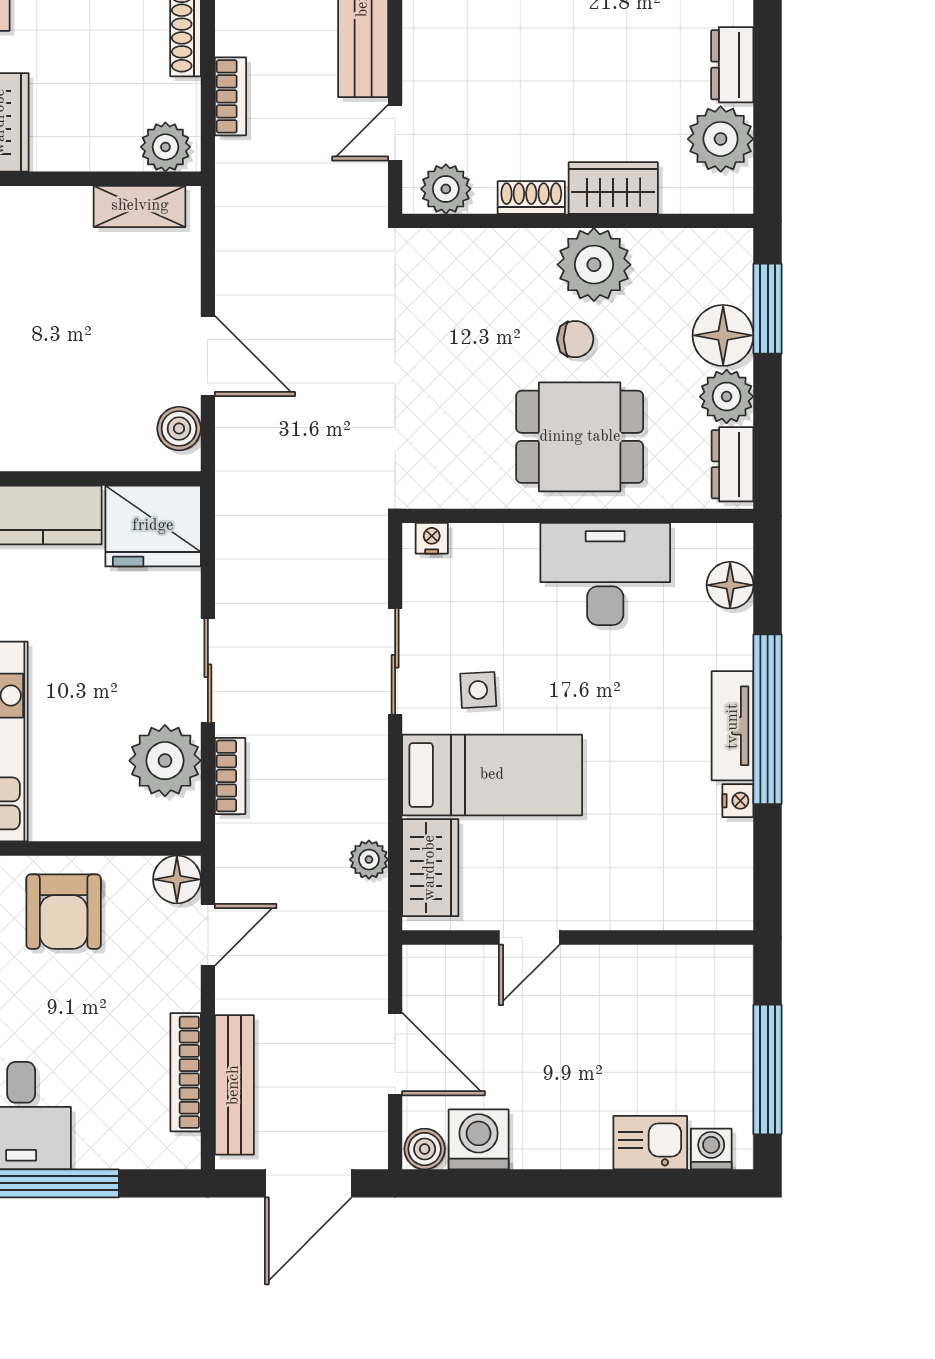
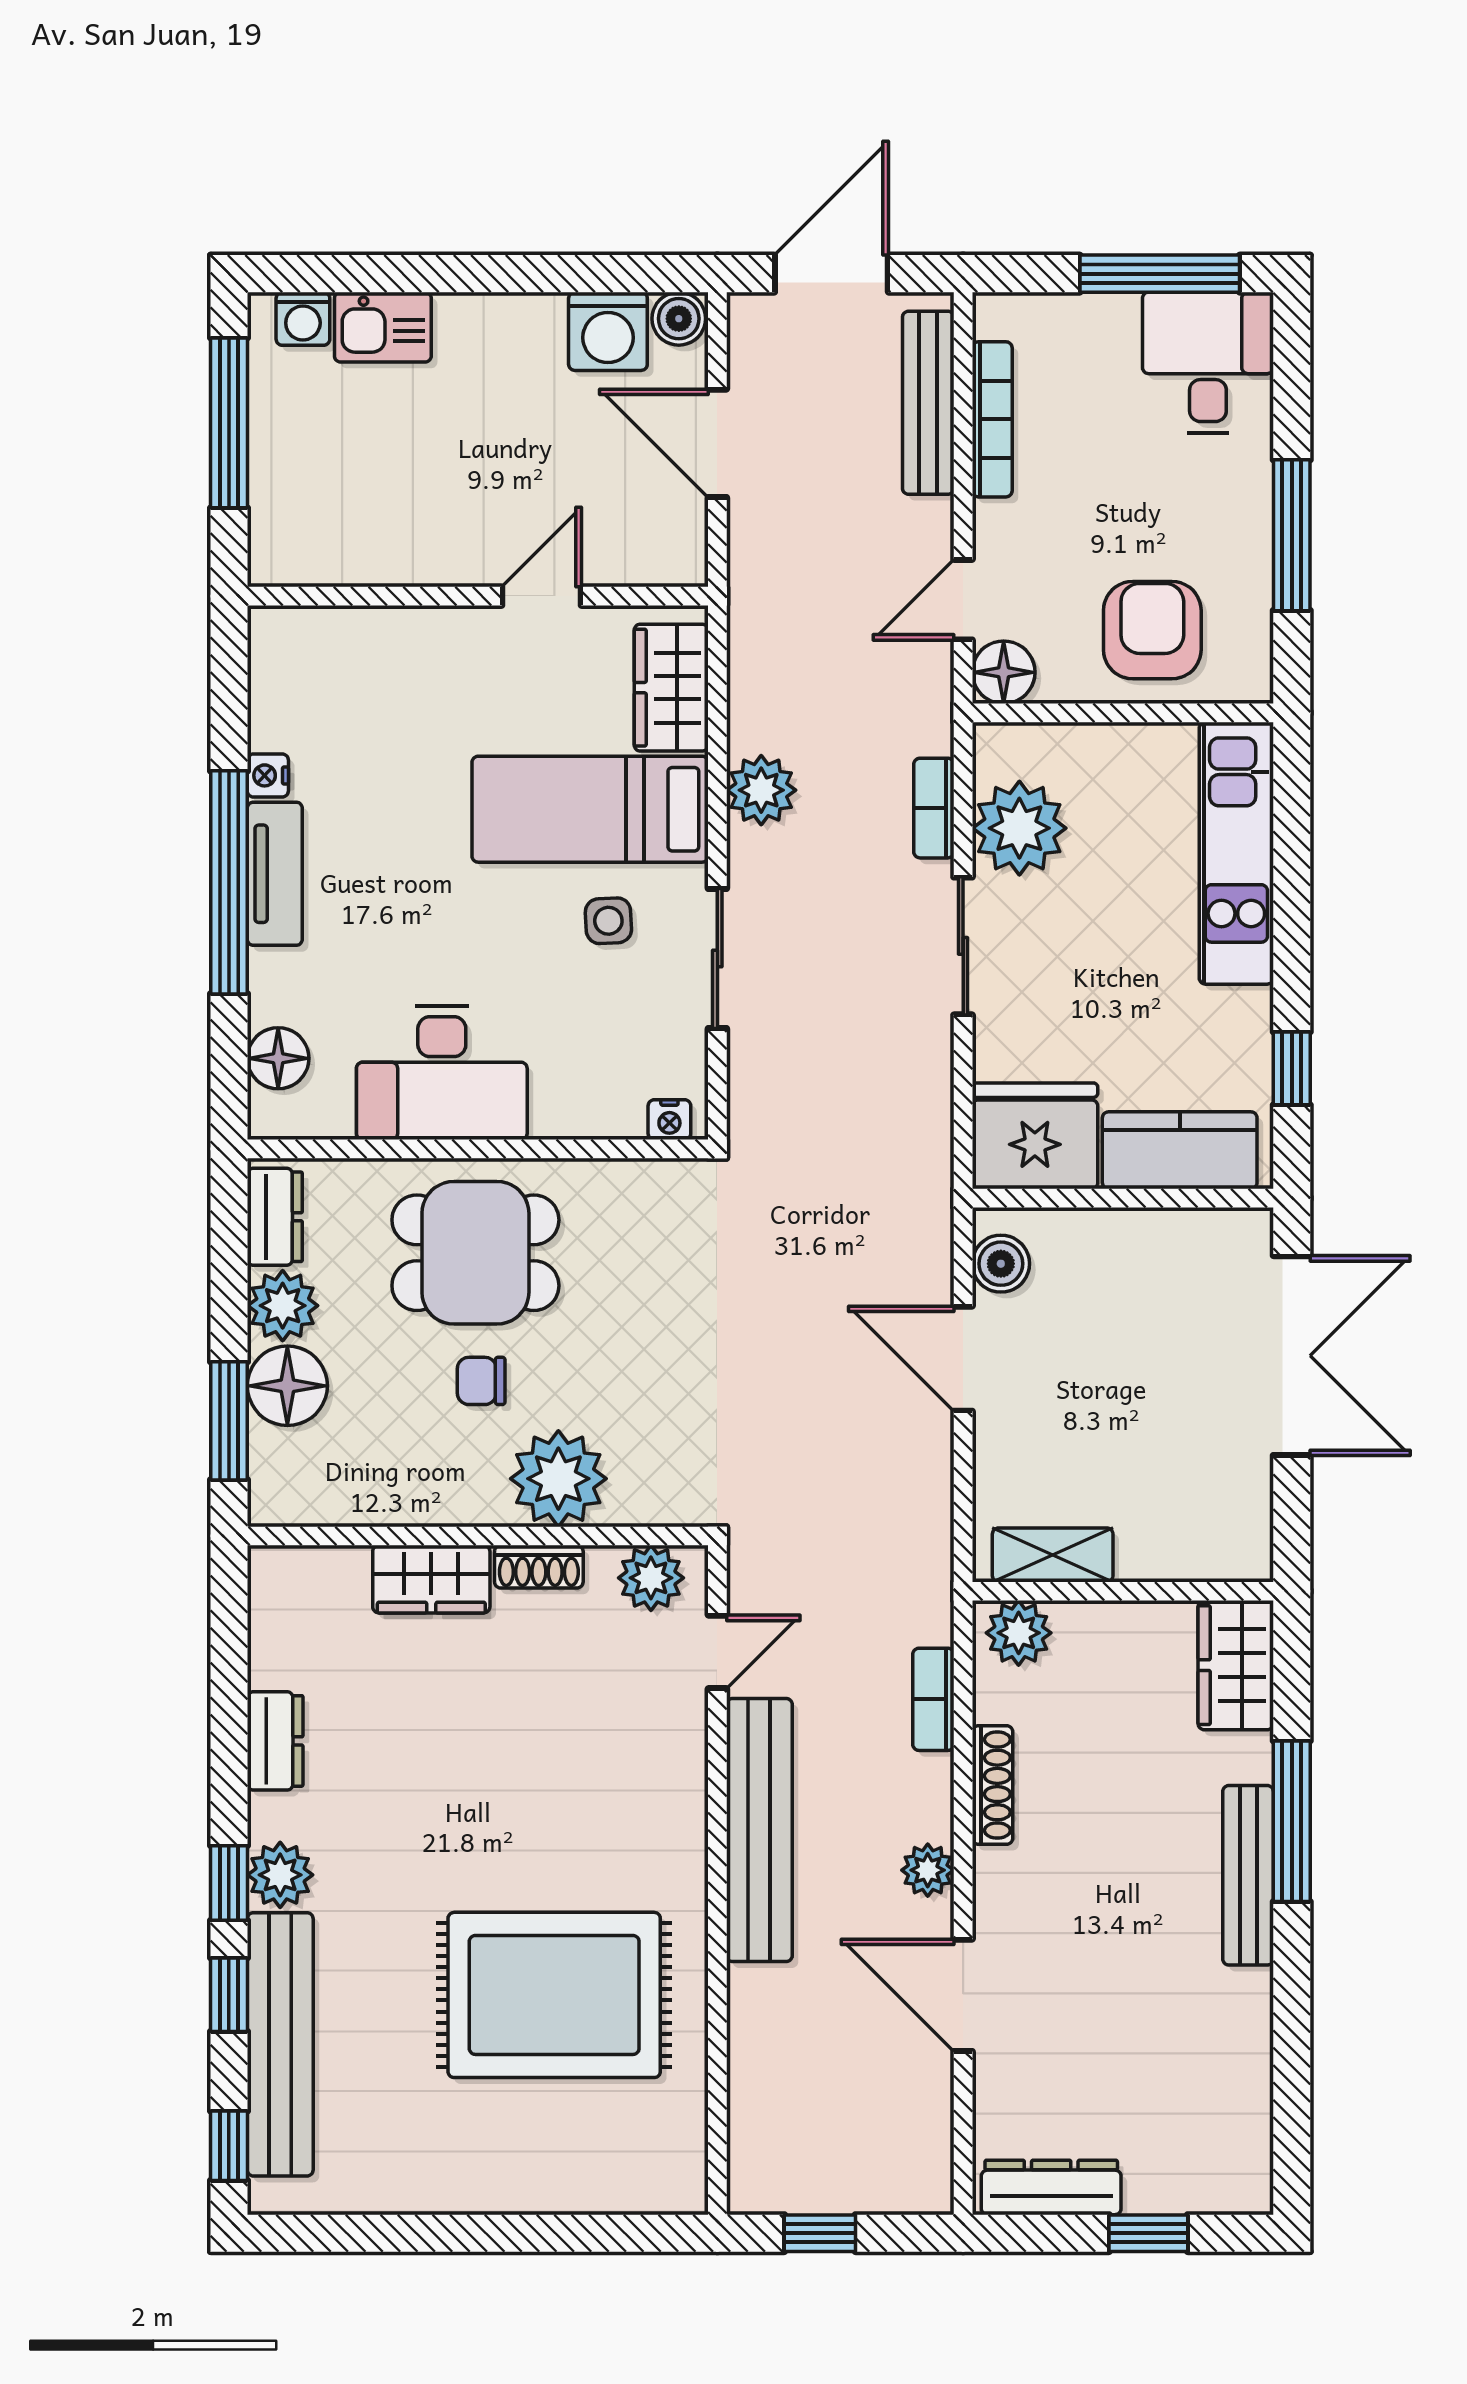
plant: (721, 139) -> (291, 1644), removed
plant: (594, 265) -> (558, 1479), moved
plant: (369, 860) -> (761, 790), moved, width x1.38, depth x1.38

